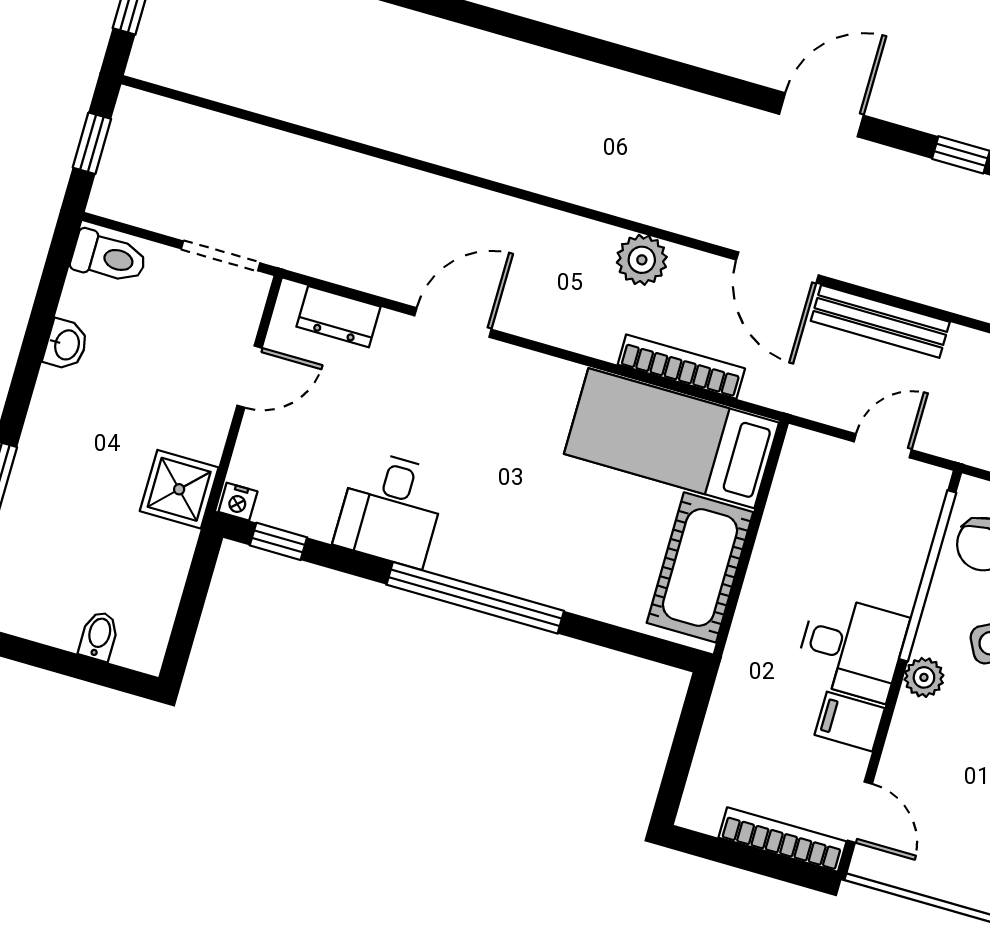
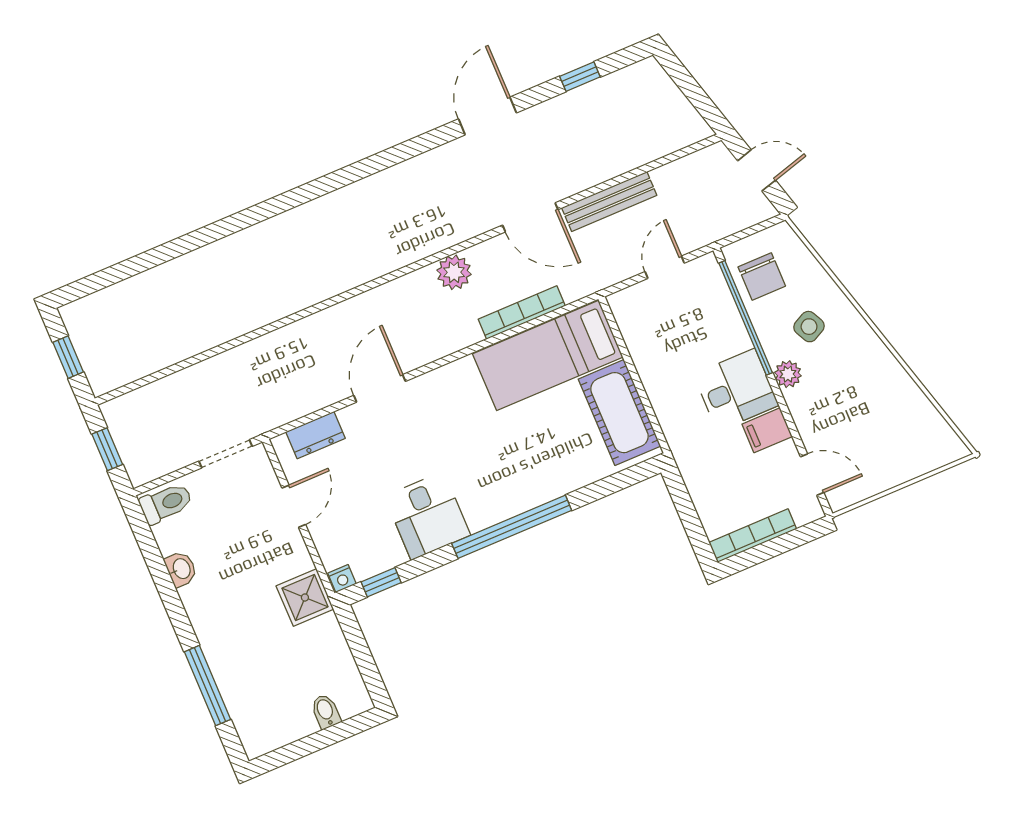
bookcase: (782, 840) -> (753, 536), moved

